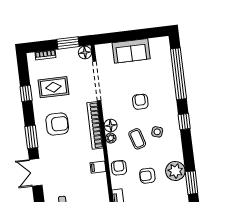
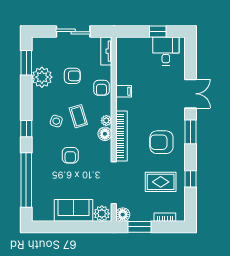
plant: (105, 51) -> (102, 214), added

